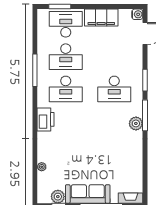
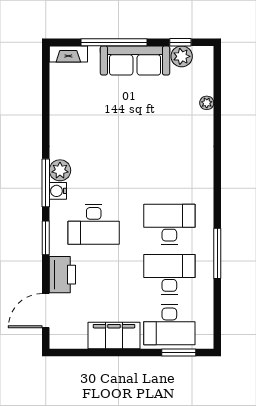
water cooler: (137, 14) -> (58, 191), moved
desk: (114, 89) -> (94, 224), turned 180
printer: (46, 119) -> (62, 275), moved, turned 180

